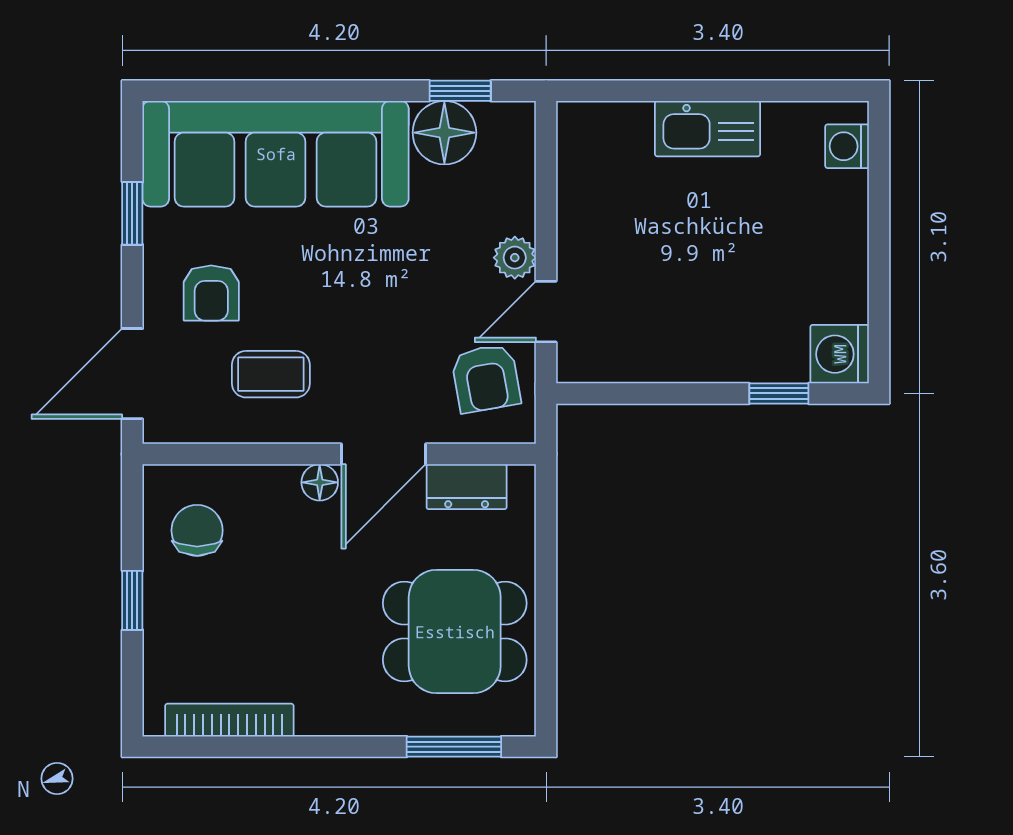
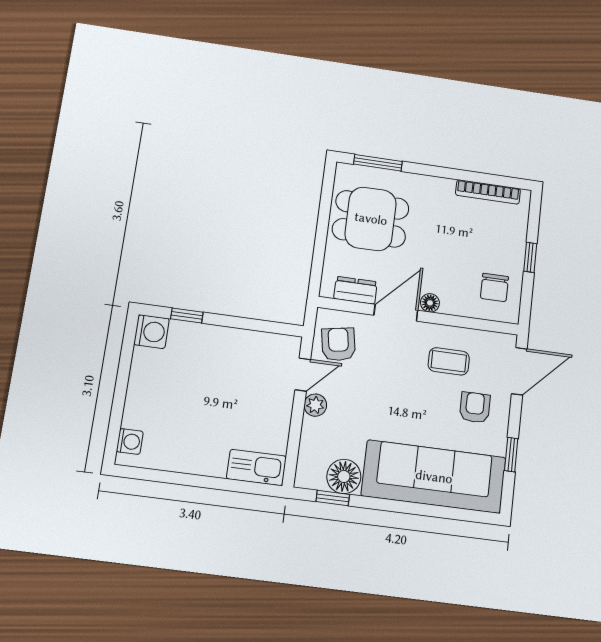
kitchen sink: (708, 129) -> (256, 467), moved

